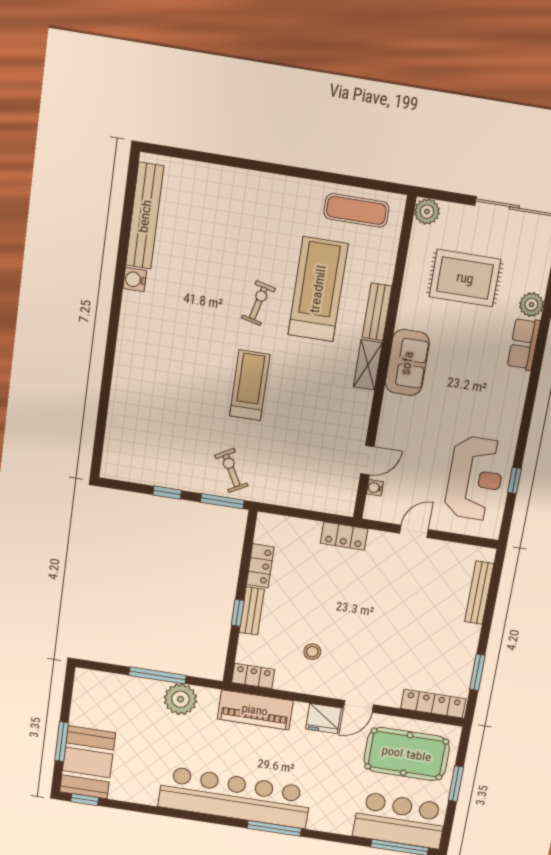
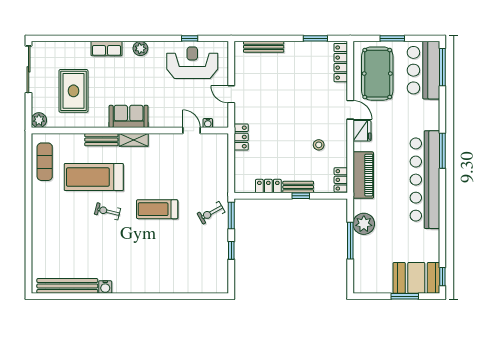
plant: (531, 305) -> (140, 48), moved

